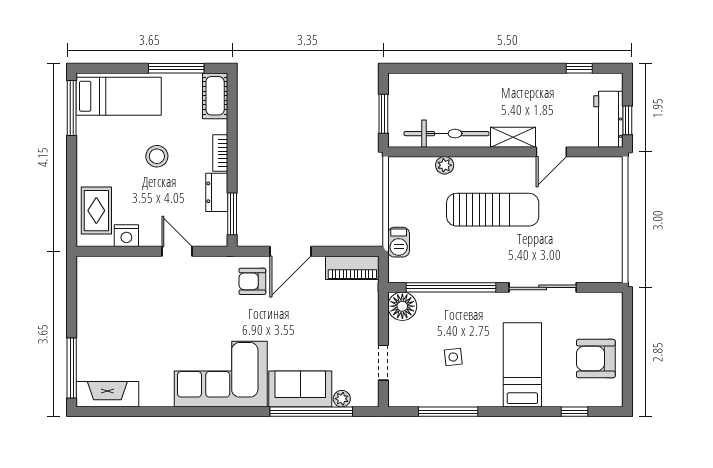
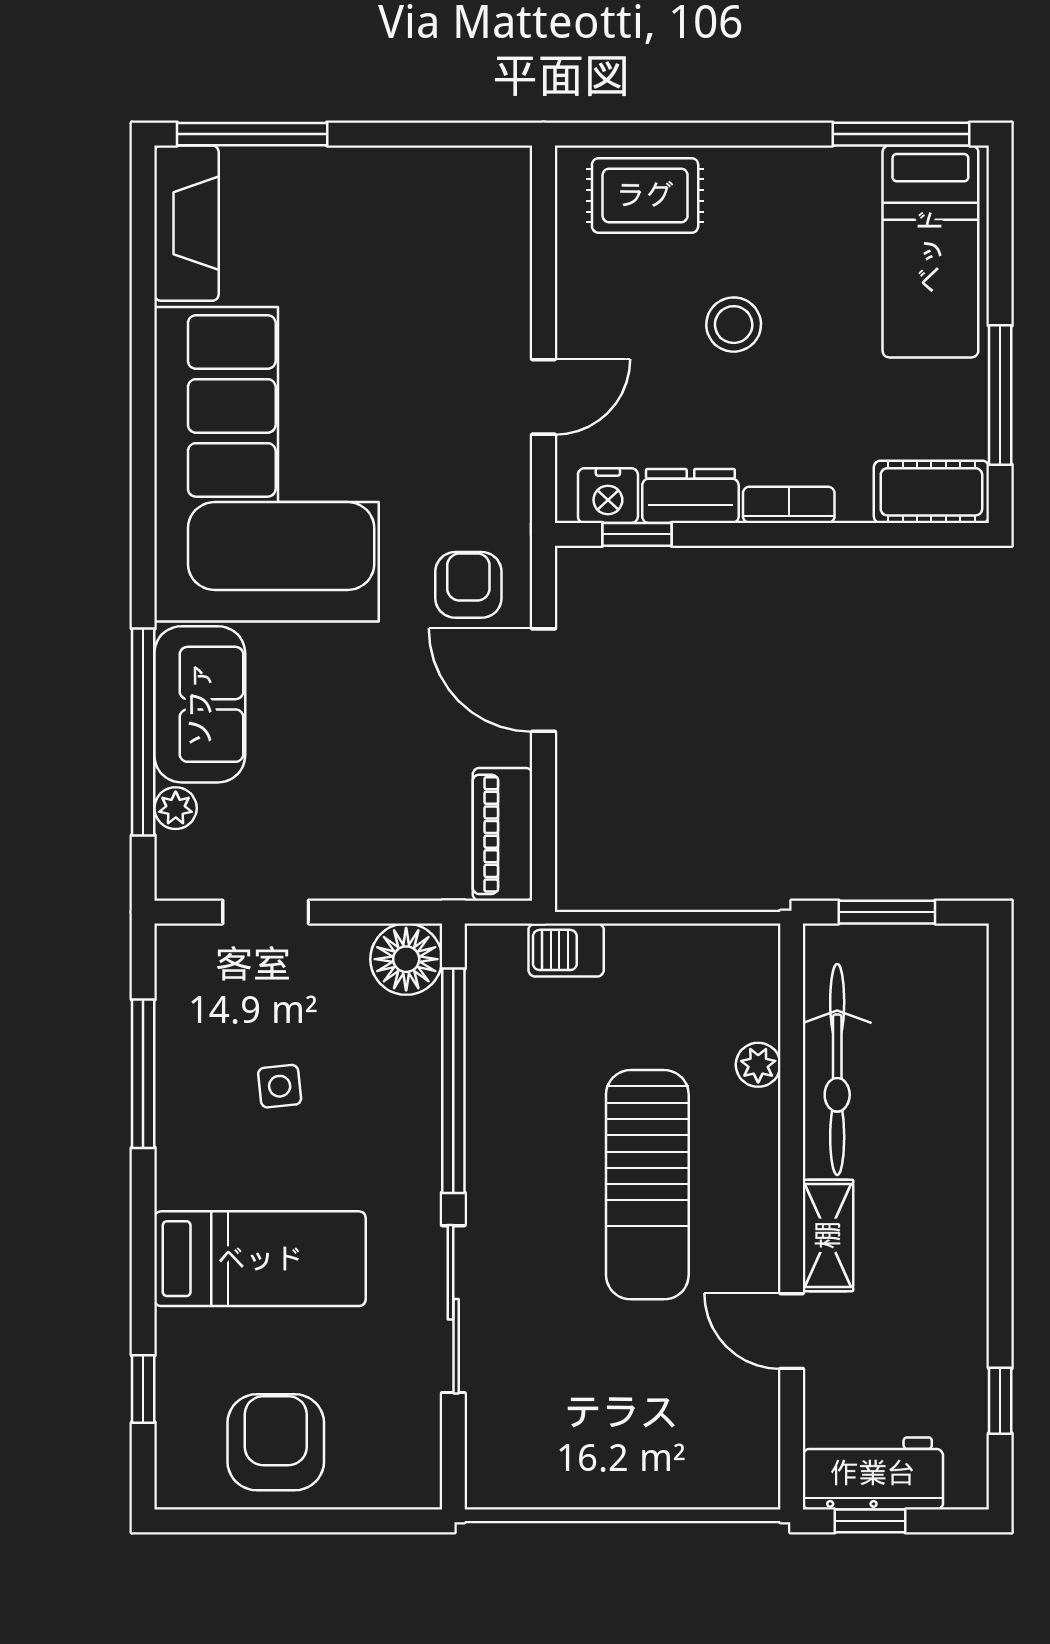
stool: (157, 156) -> (734, 325), moved
window: (232, 214) -> (637, 534), width x0.67
nightstand: (126, 236) -> (608, 496), moved, turned -90
corner sofa: (221, 374) -> (267, 464), width x1.36, depth x1.36

